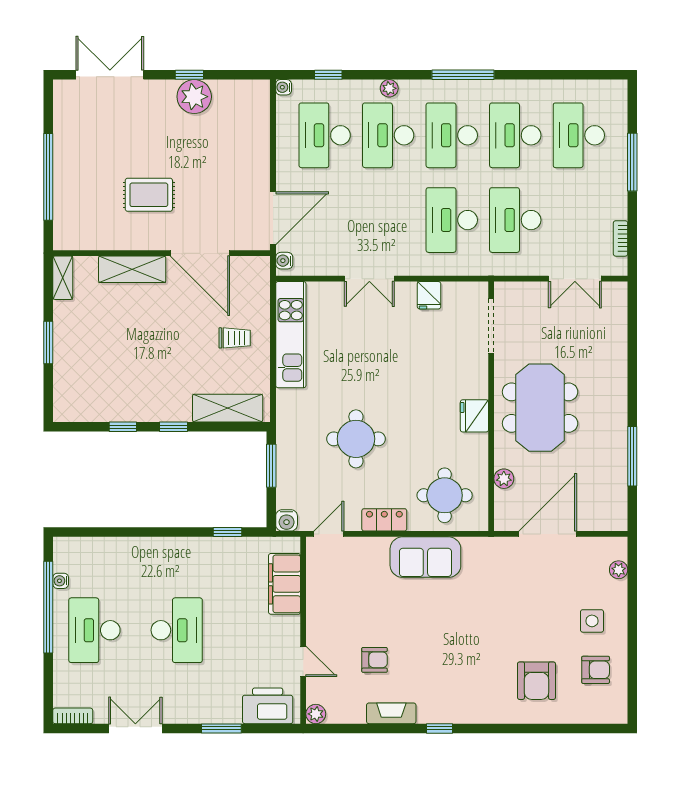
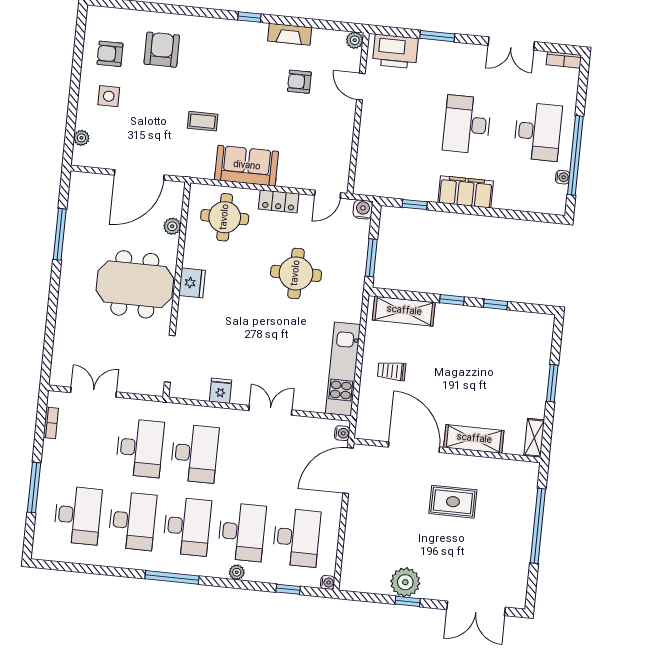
meeting table: (540, 408) -> (135, 284), turned 90
filing cabinet: (285, 584) -> (466, 192), moved, turned -90
coffee table: (481, 603) -> (203, 121), added

